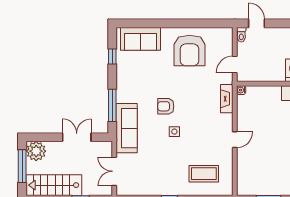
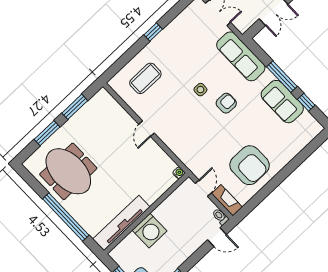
sofa: (140, 39) -> (282, 102), moved, turned -90
armchair: (190, 50) -> (250, 165), turned 180
fireplace: (227, 99) -> (227, 200), moved
window: (112, 105) -> (282, 77), moved

